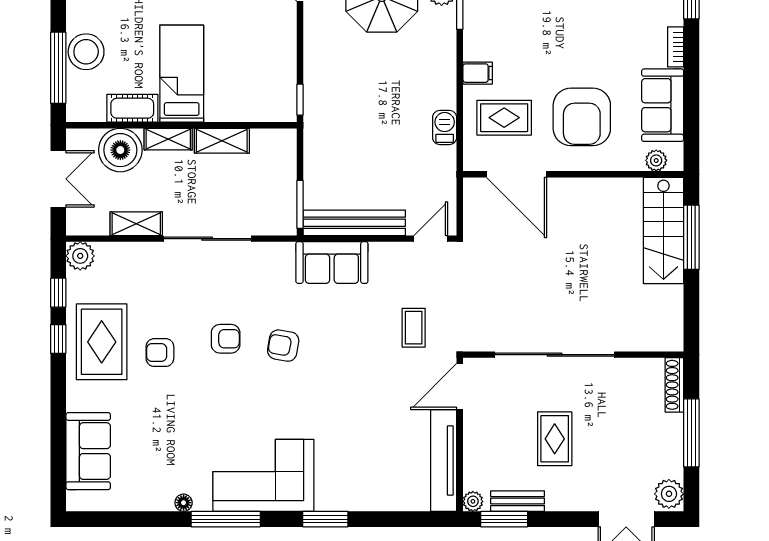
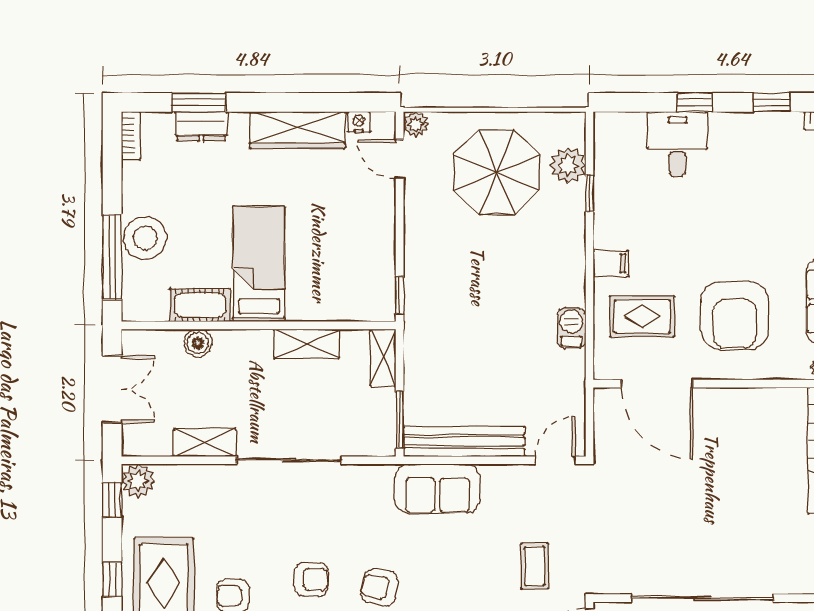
shelving: (168, 139) -> (383, 358), moved, turned 90
boiler: (120, 150) -> (198, 343), width x0.54, depth x0.54
window: (58, 293) -> (112, 499), moved

